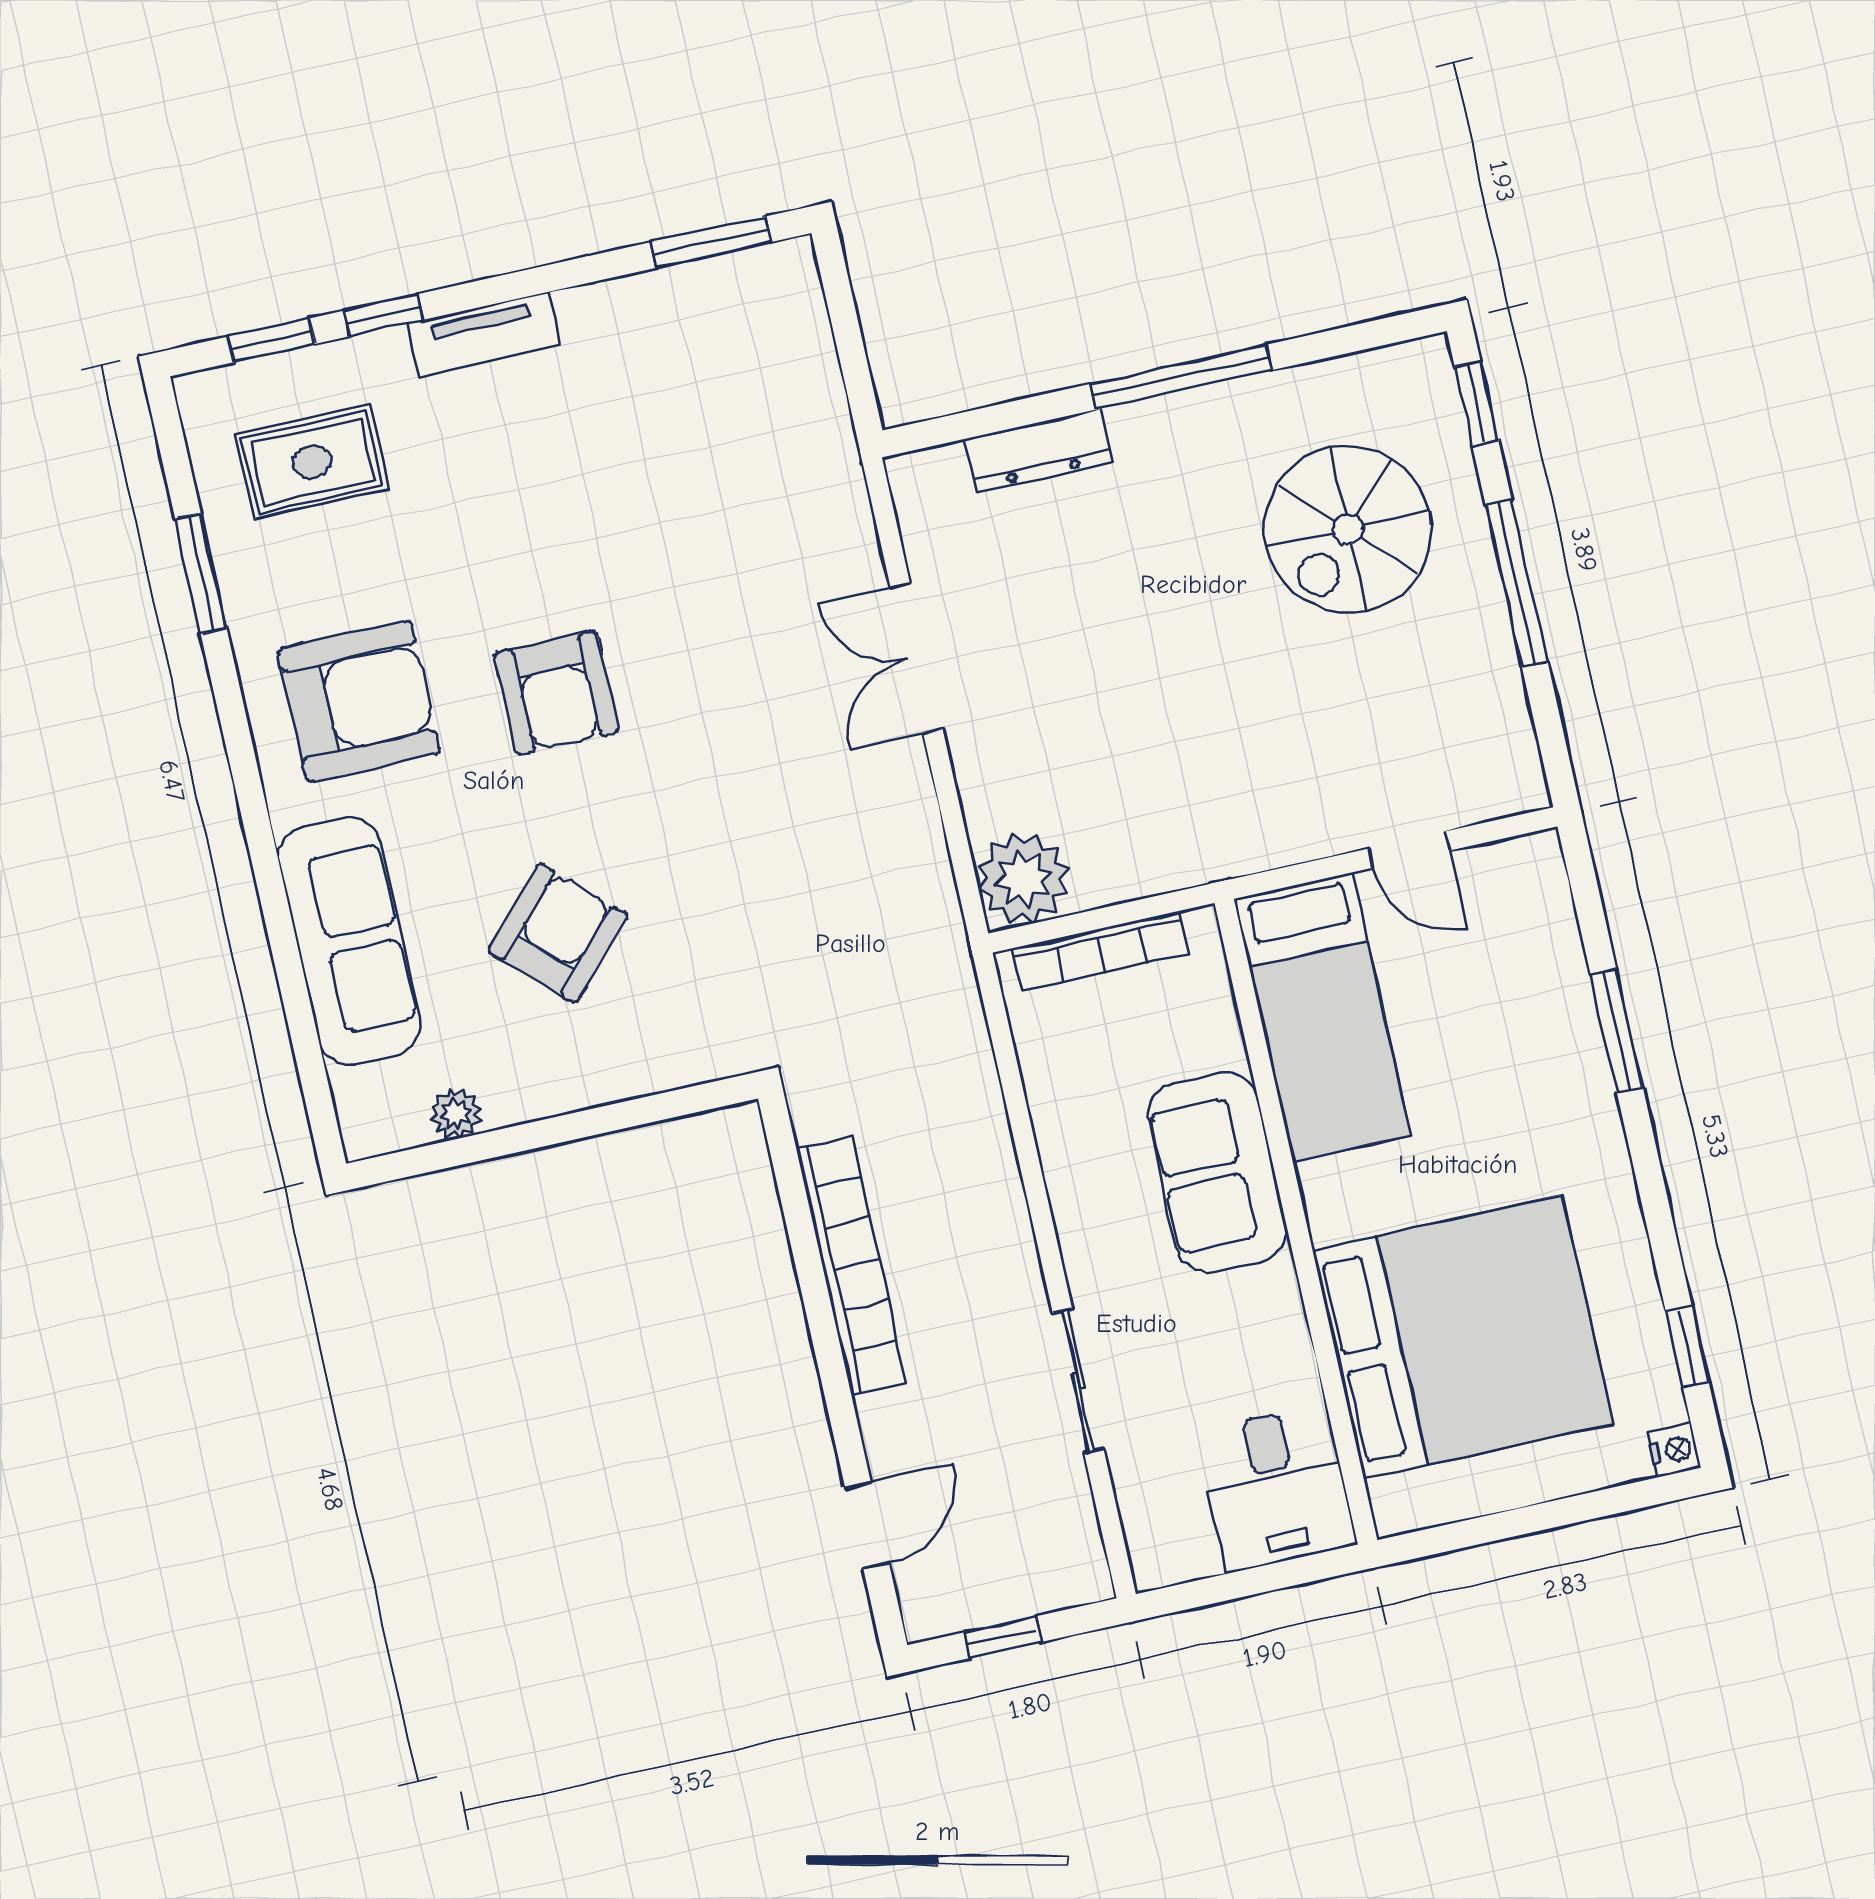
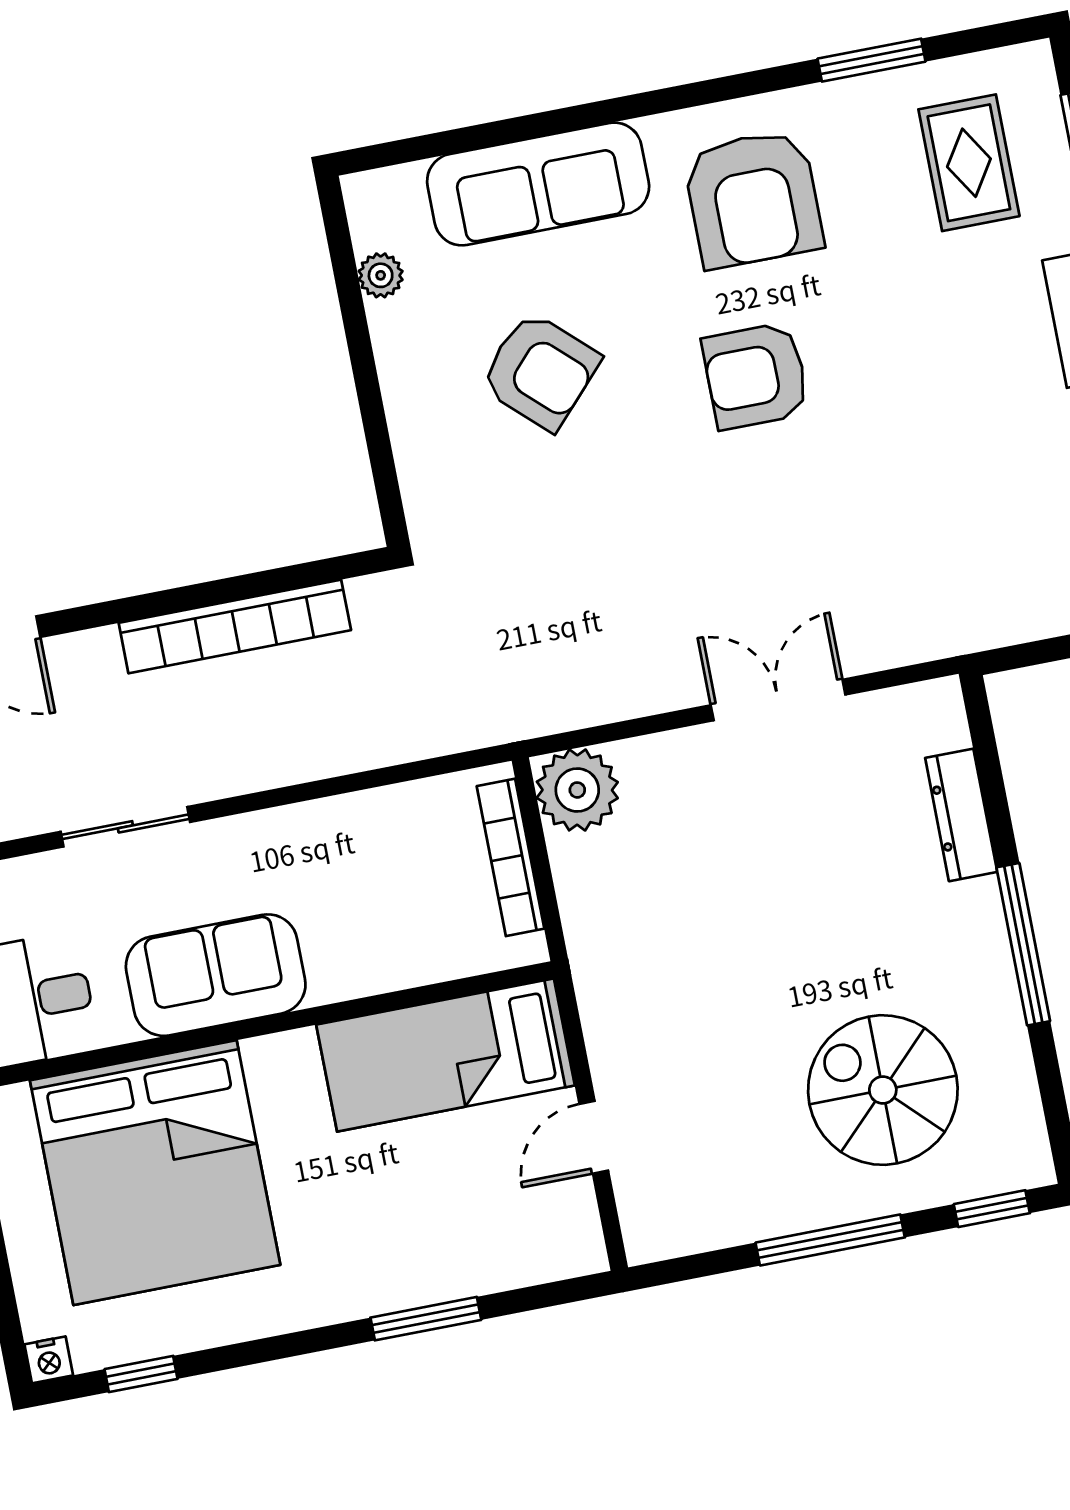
sofa: (1217, 1172) -> (216, 975), moved

